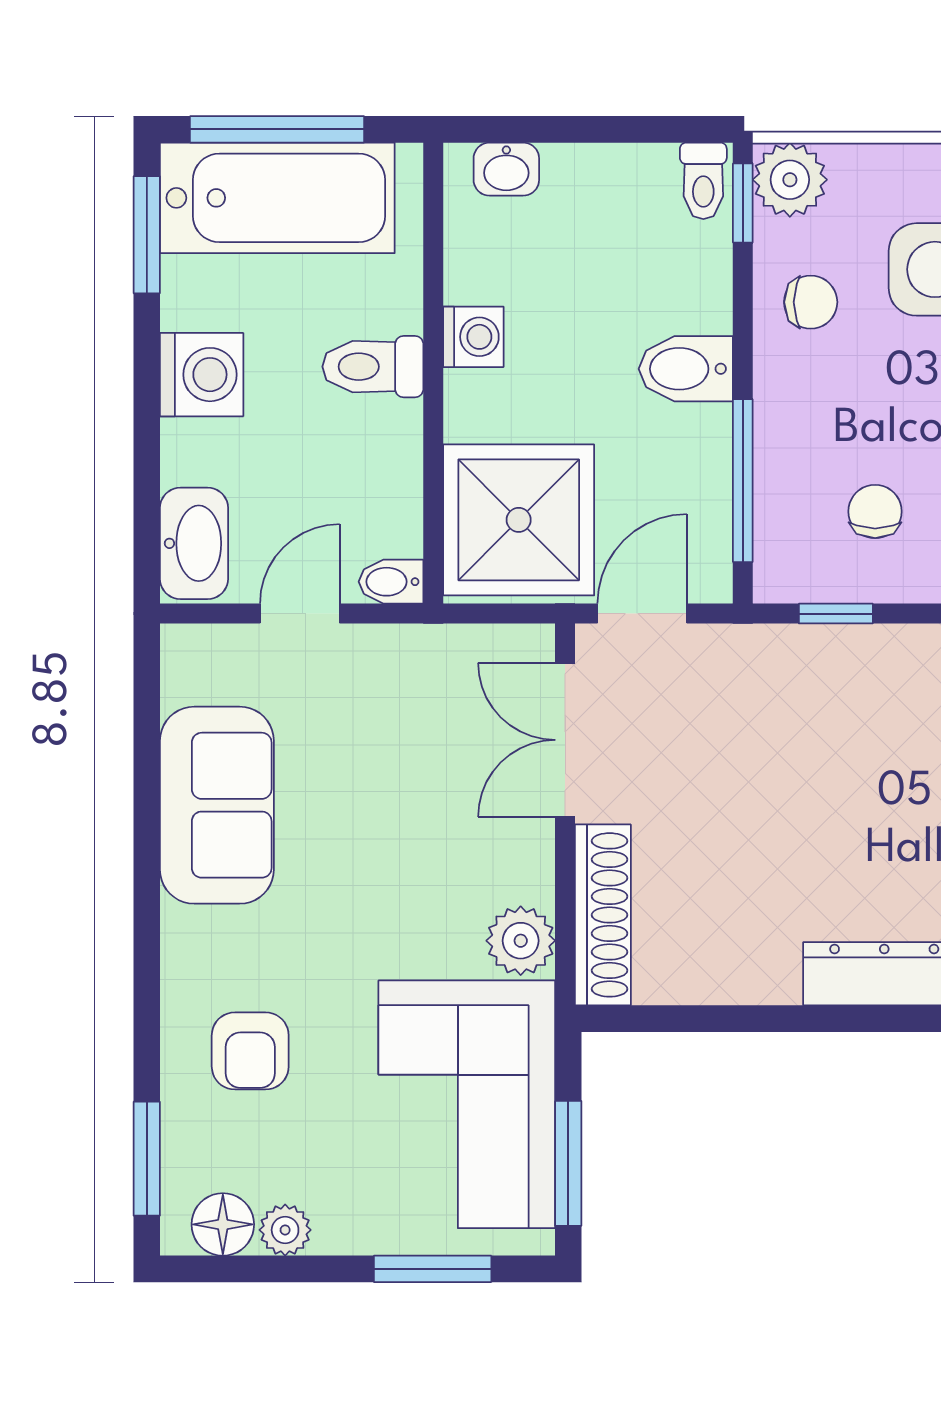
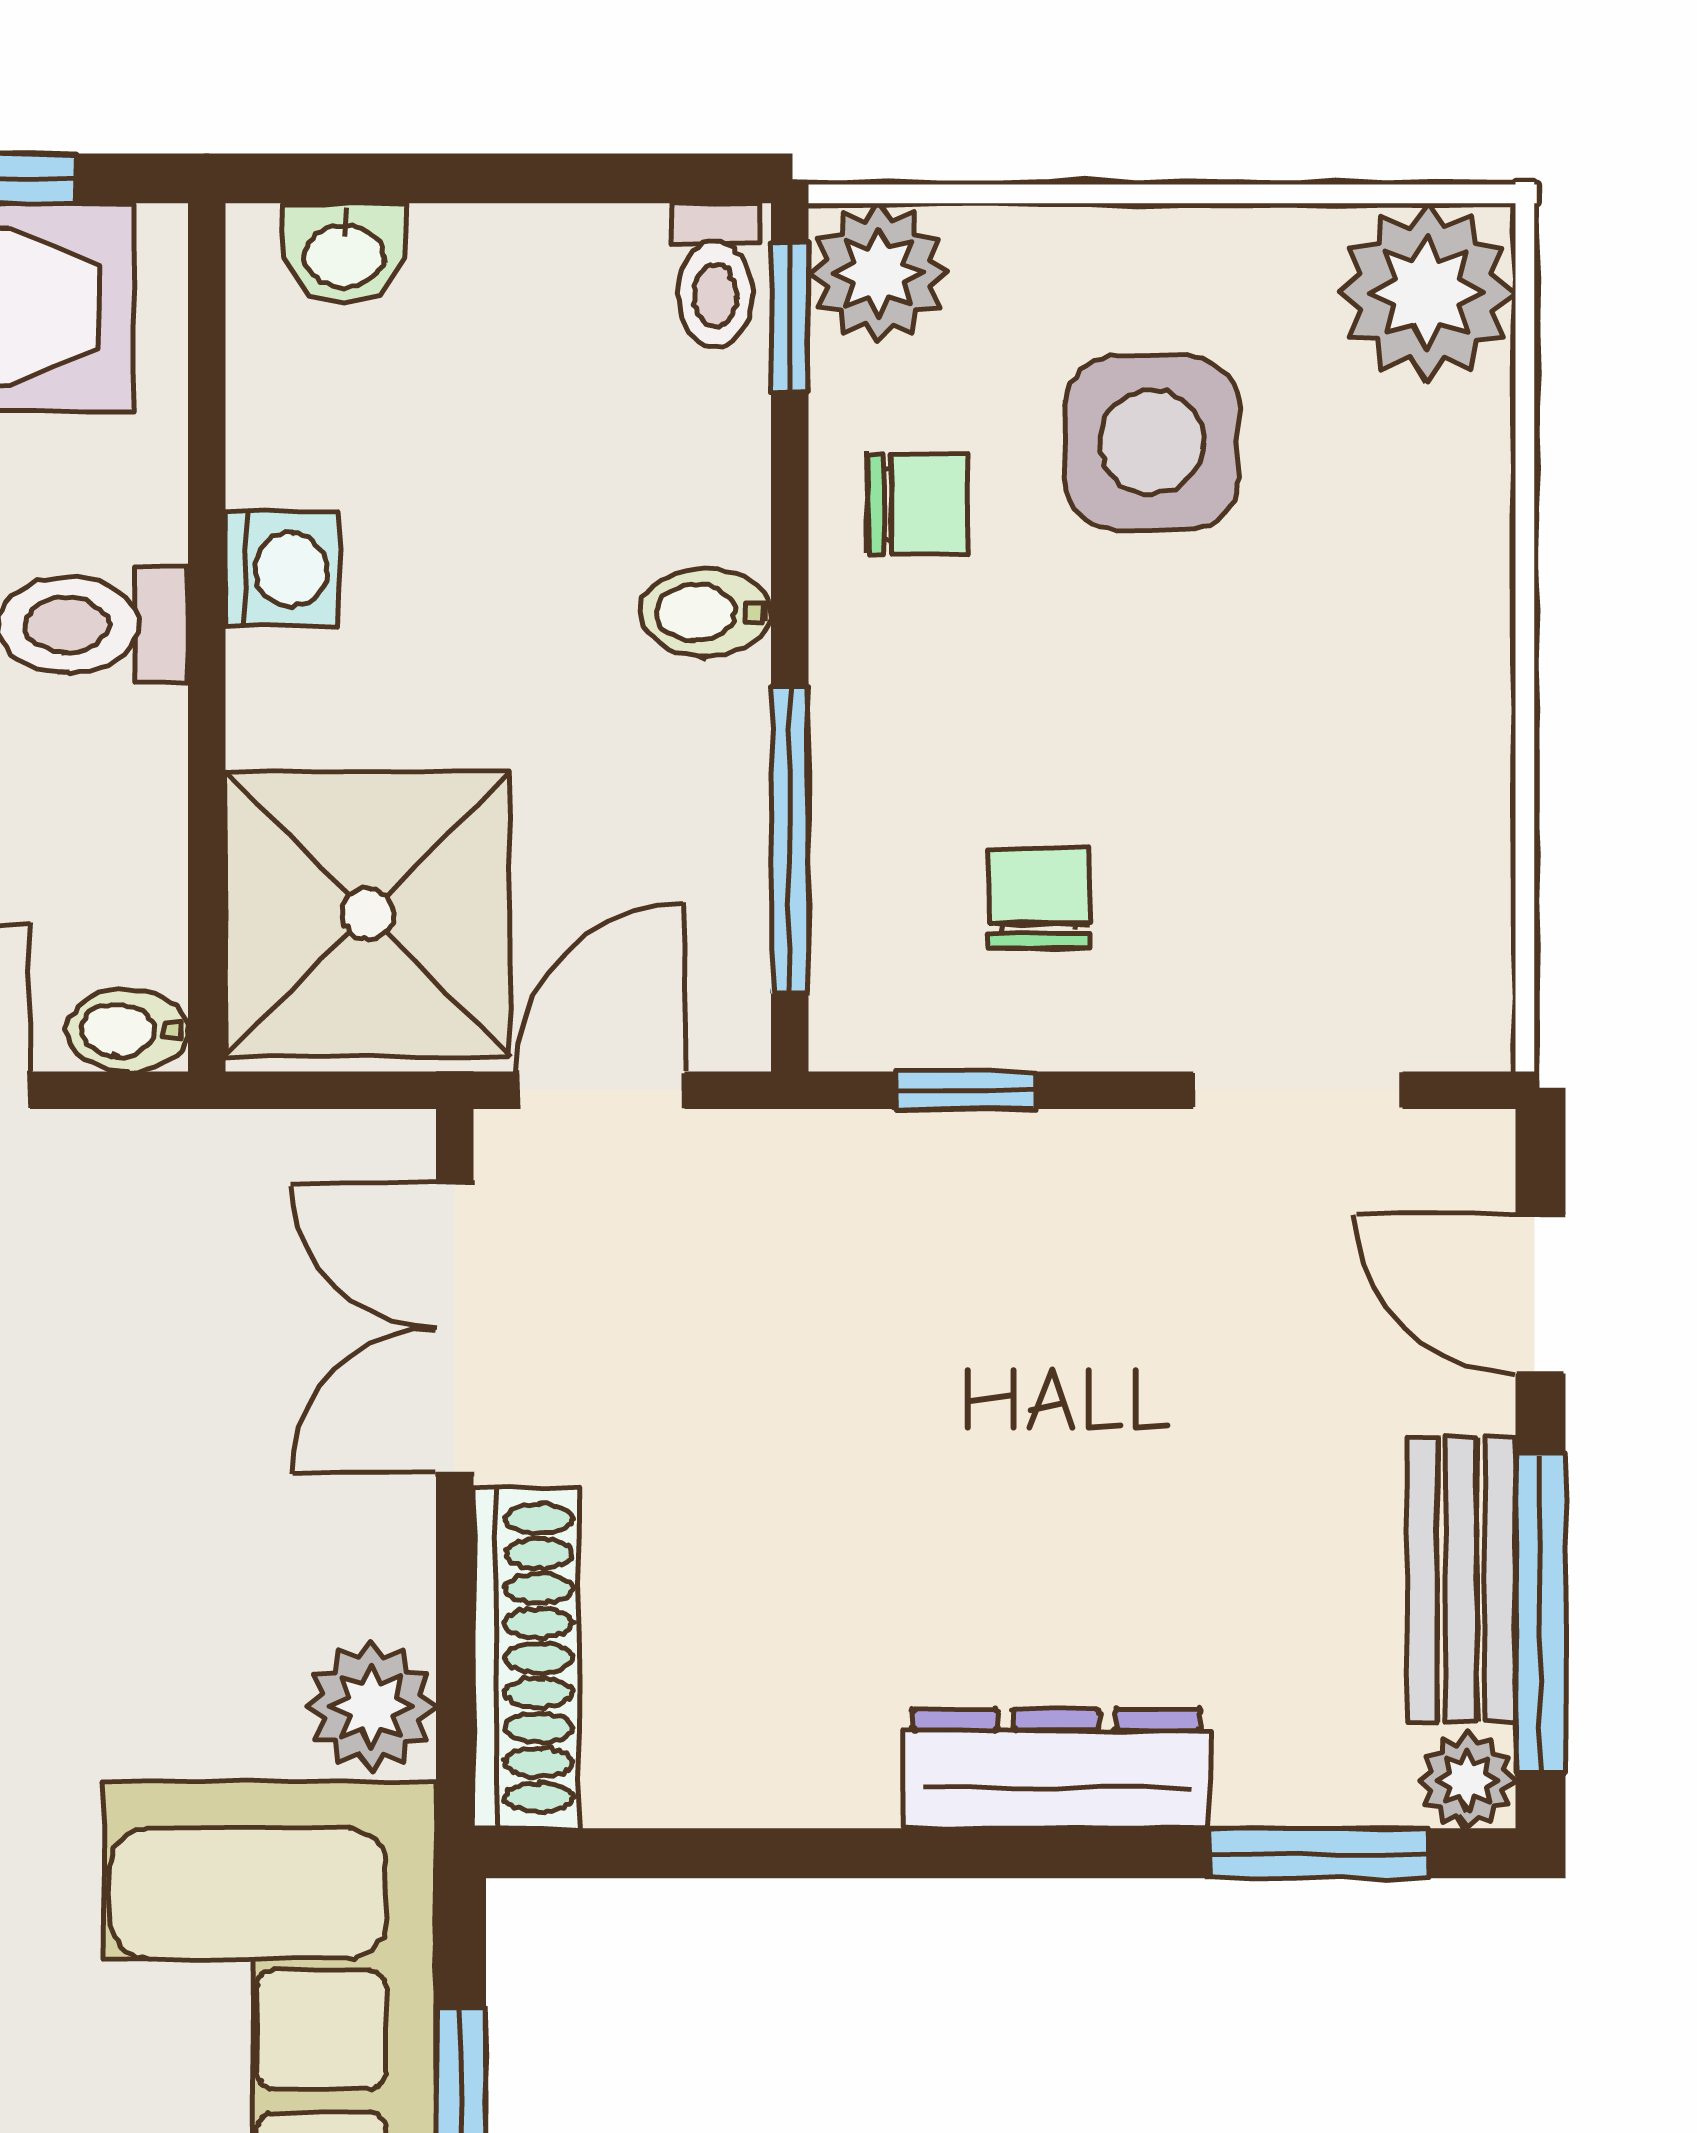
bidet: (686, 369) -> (706, 612), width x0.72, depth x0.74

